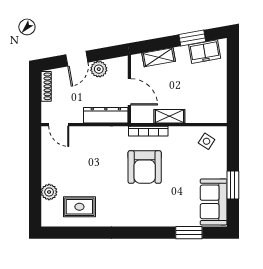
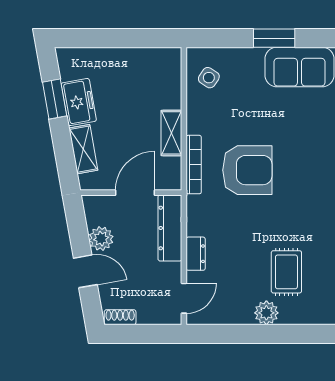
freezer: (205, 52) -> (79, 102), moved
shoe rack: (46, 86) -> (120, 317), width x0.70
dresser: (89, 132) -> (196, 254), added
plant: (49, 192) -> (266, 313), moved
rug: (79, 207) -> (286, 272), moved

